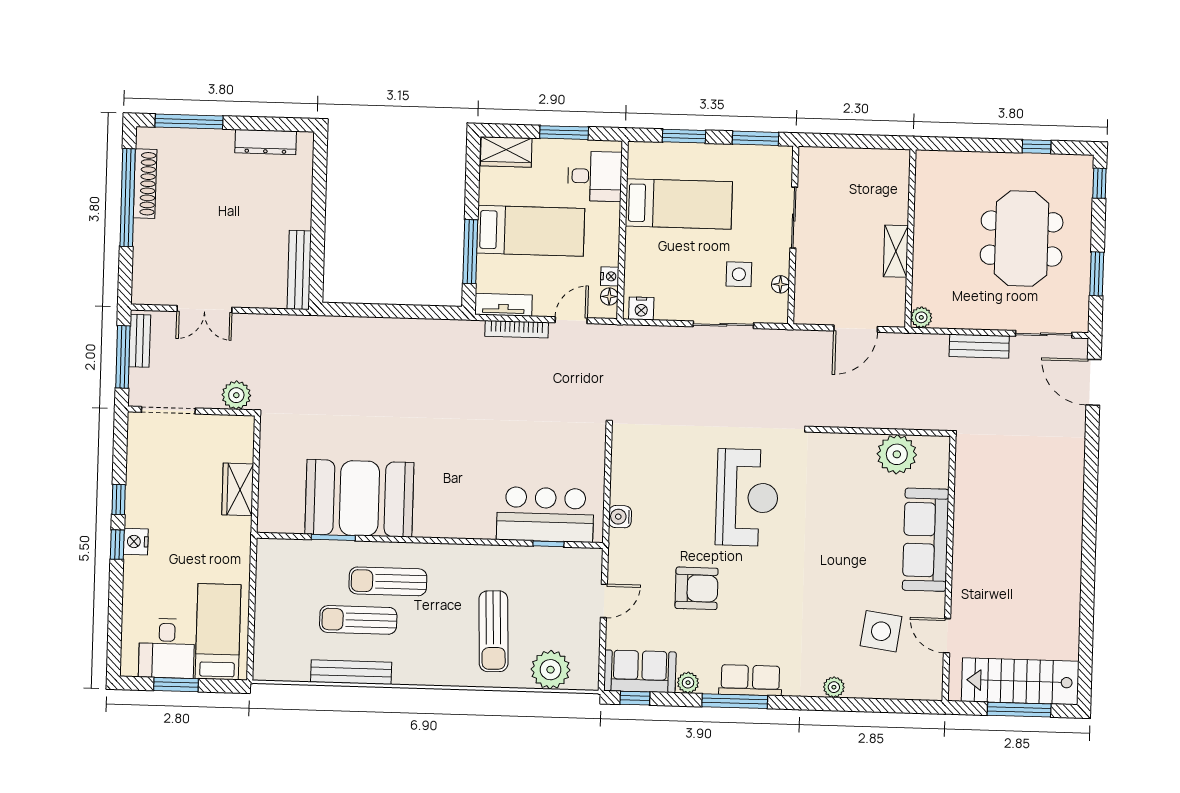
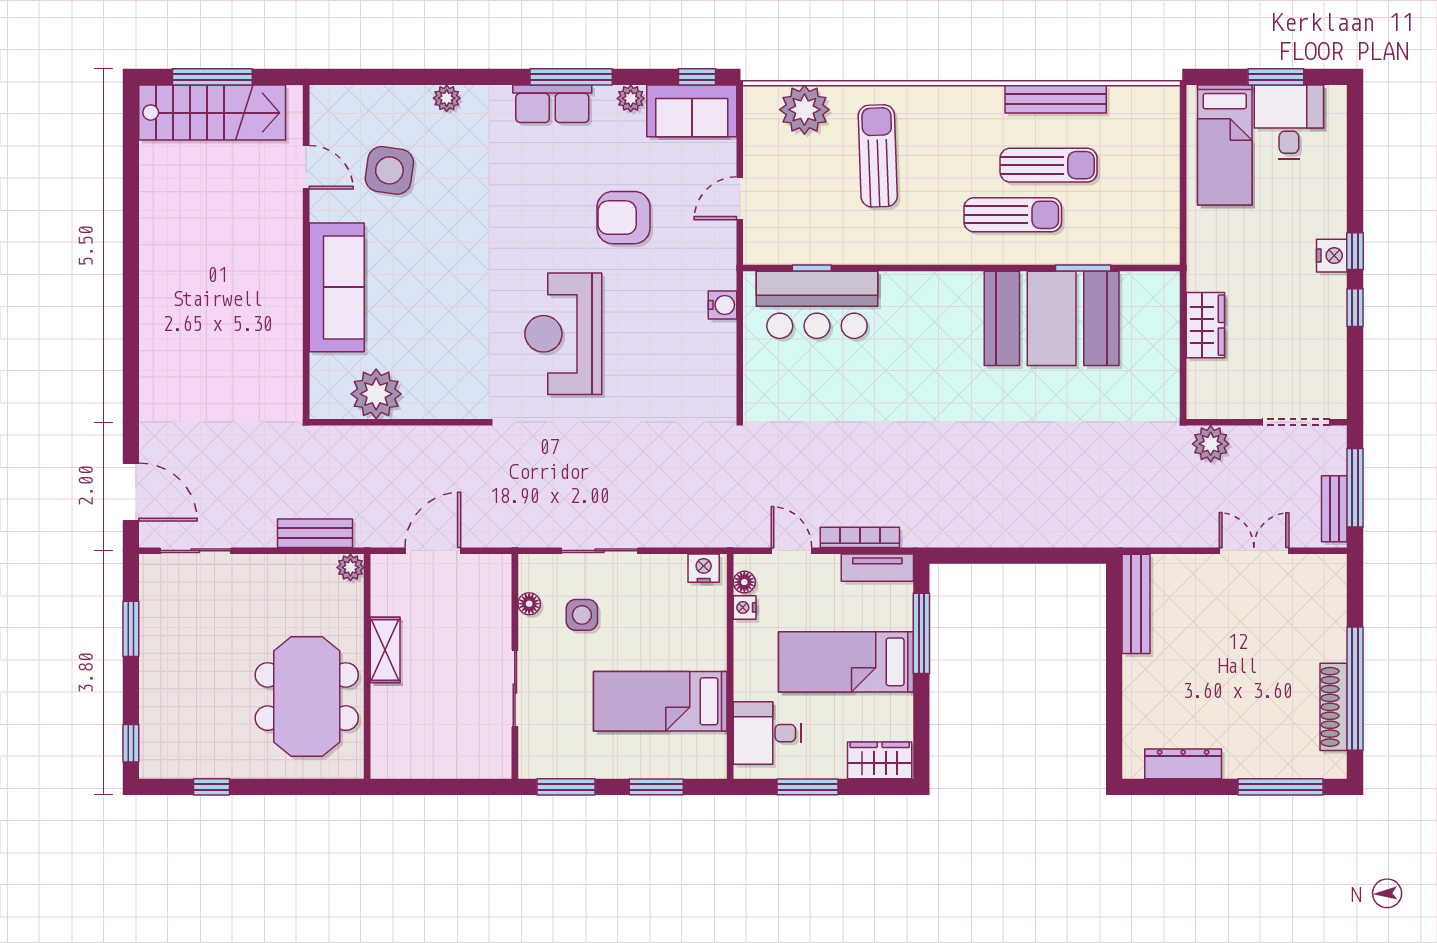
meeting table: (1022, 239) -> (307, 697), moved
door: (571, 320) -> (792, 551), swing flipped
bench: (979, 346) -> (315, 533), moved

